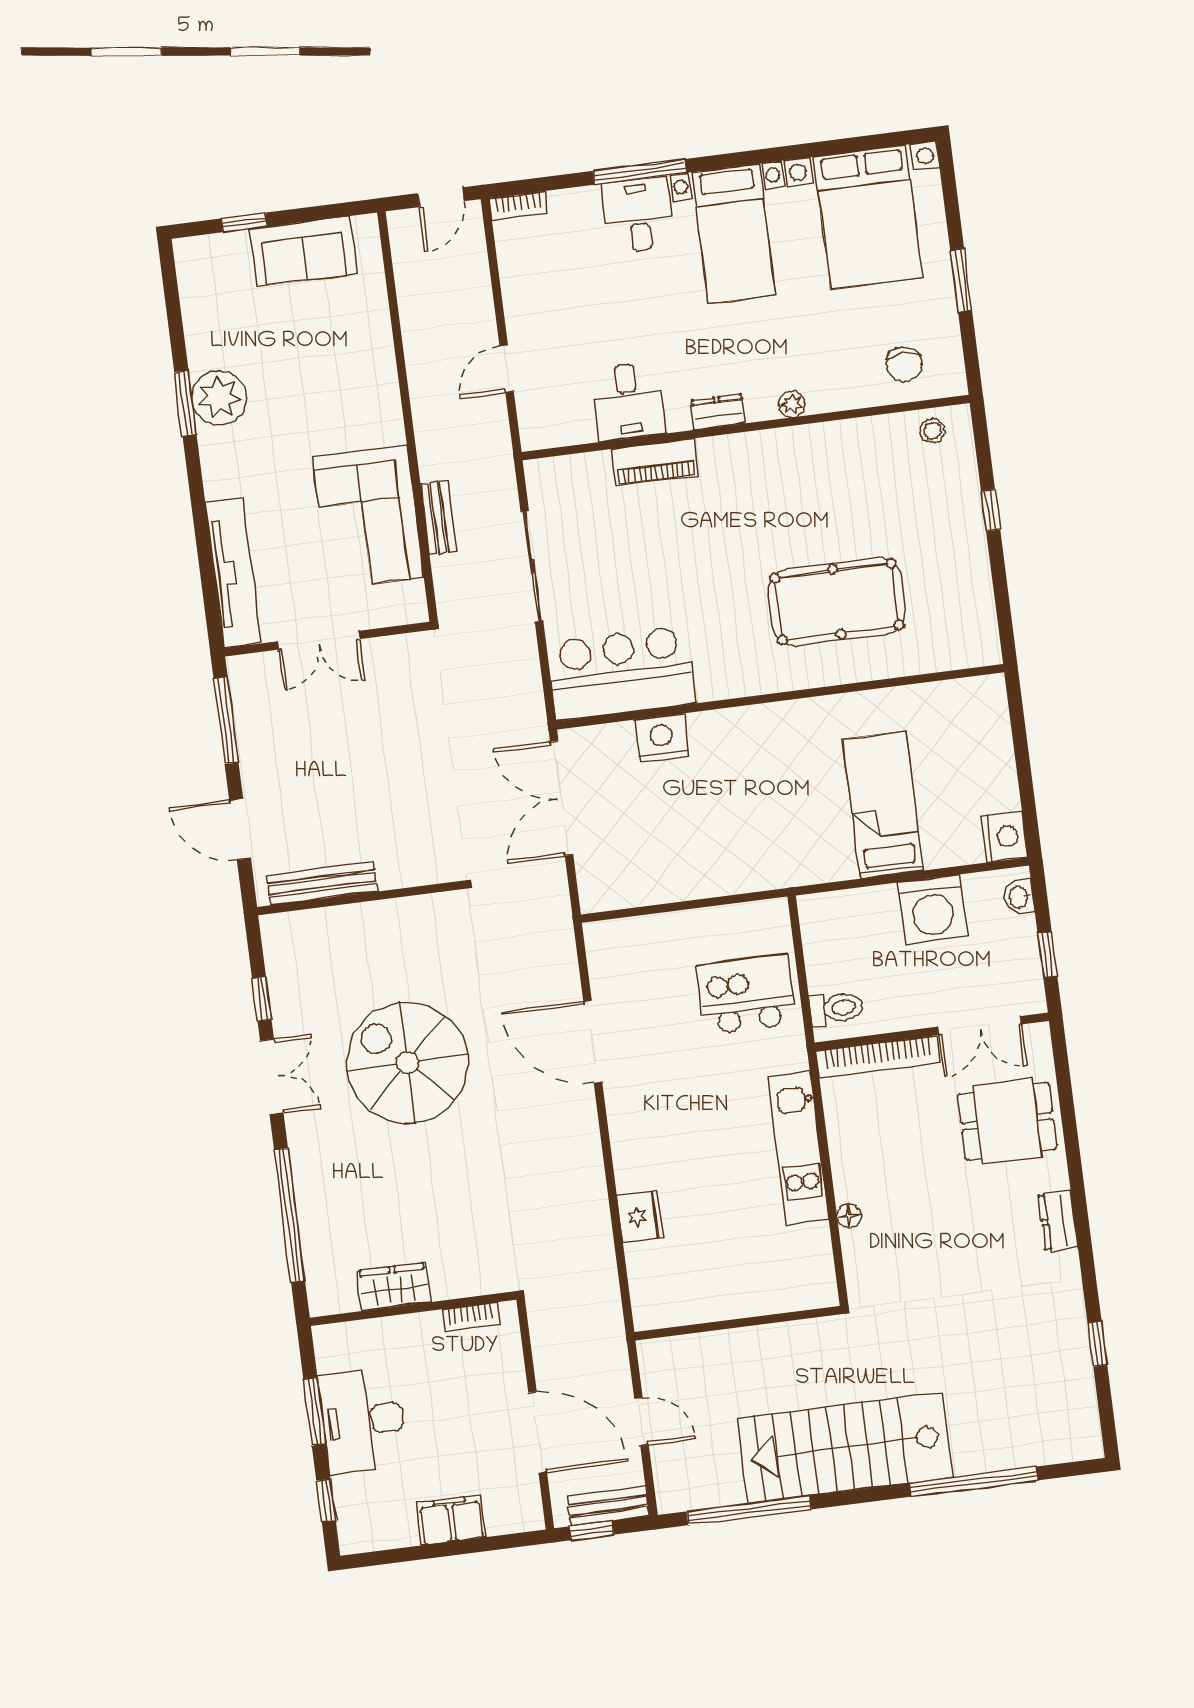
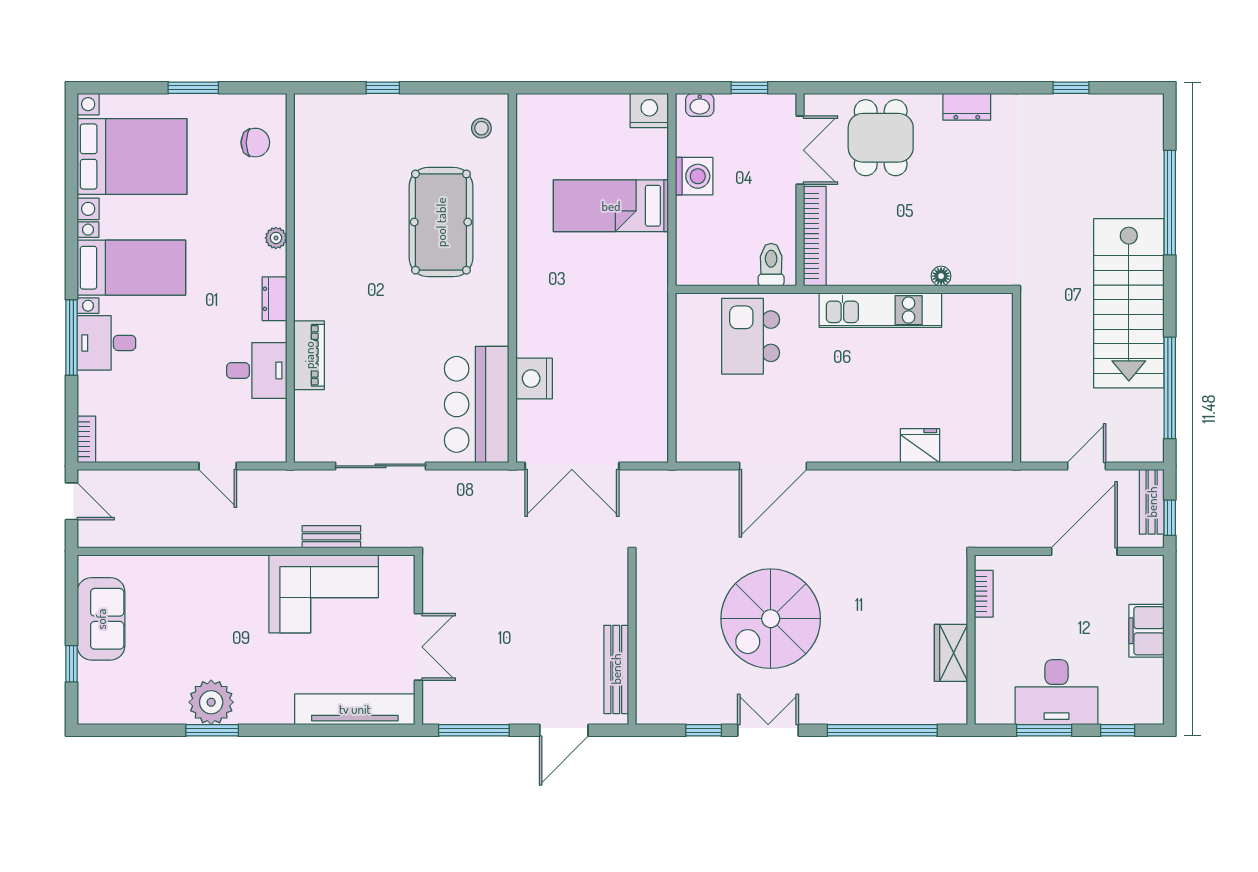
stool: (933, 431) -> (481, 128), moved
washing machine: (933, 910) -> (694, 176), width x0.73, depth x0.73

